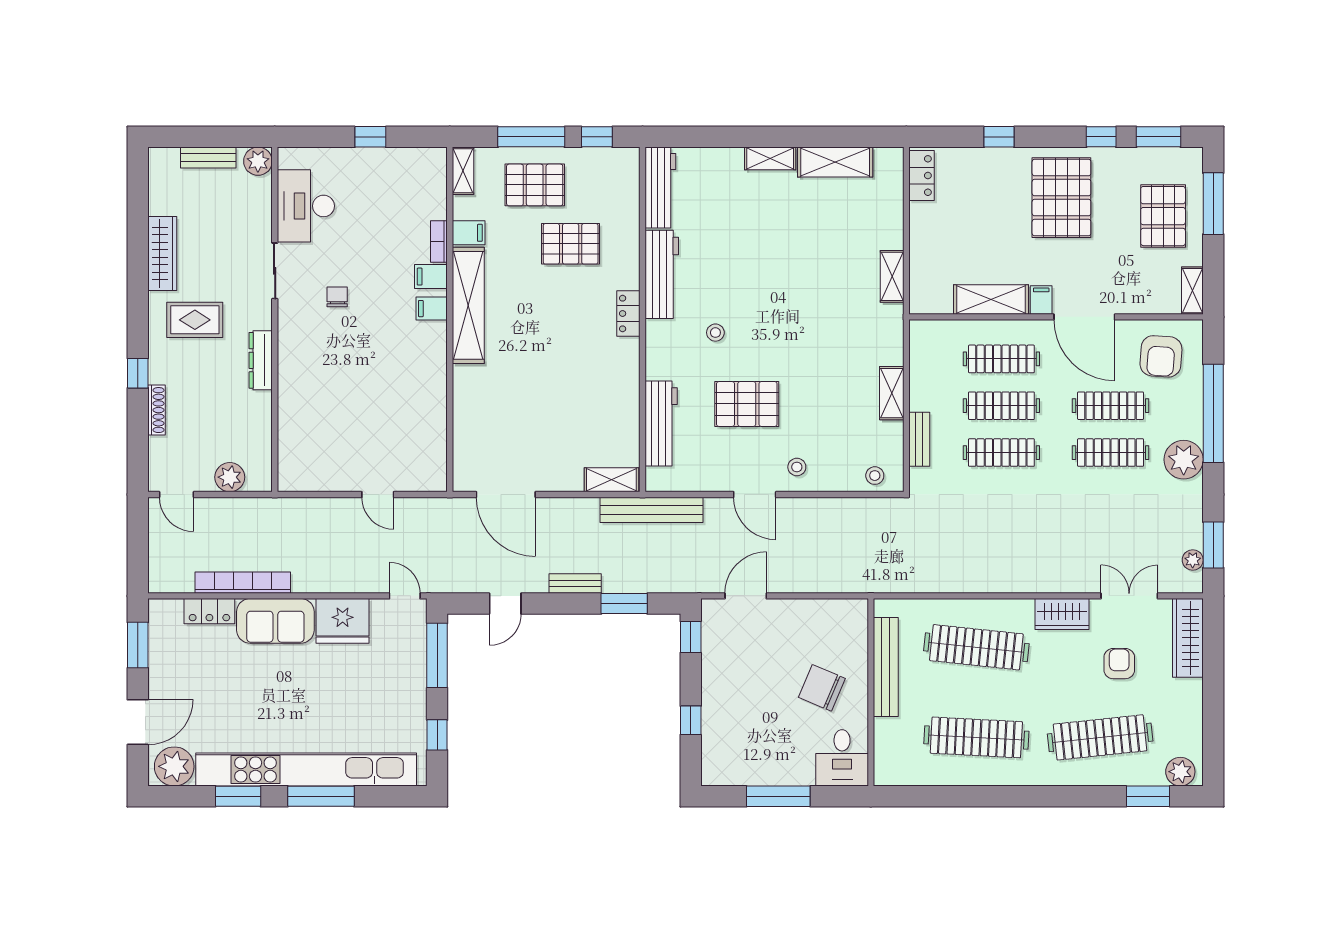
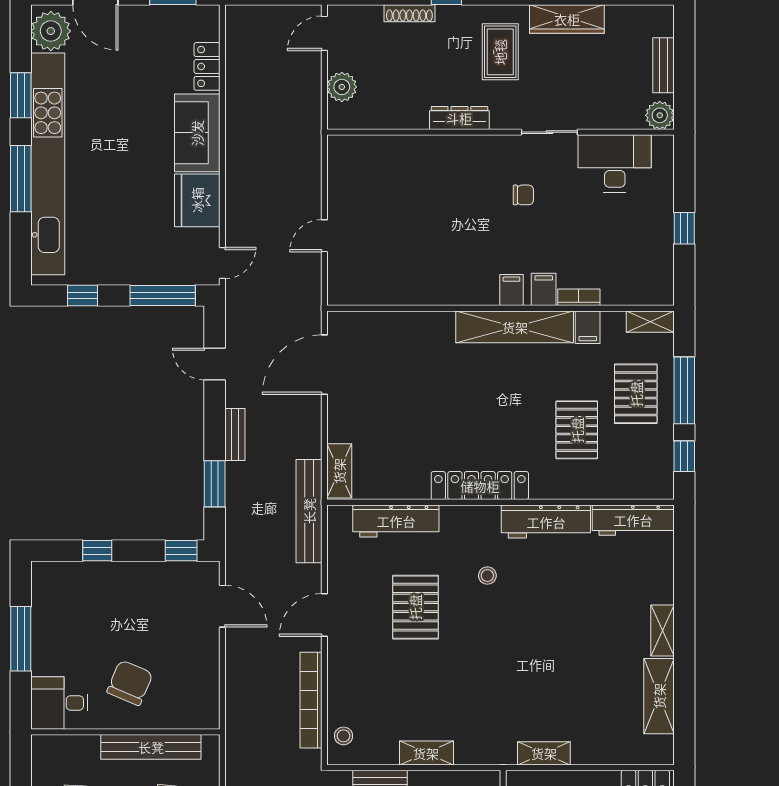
locker: (628, 314) -> (480, 486), width x2.16, depth x1.21
stool: (797, 467) -> (352, 657), removed
bookcase: (243, 583) -> (311, 700), moved, turned 180

